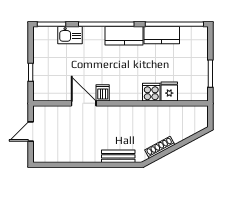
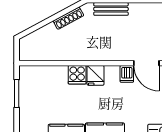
fridge: (169, 91) -> (96, 75), moved

